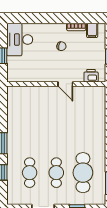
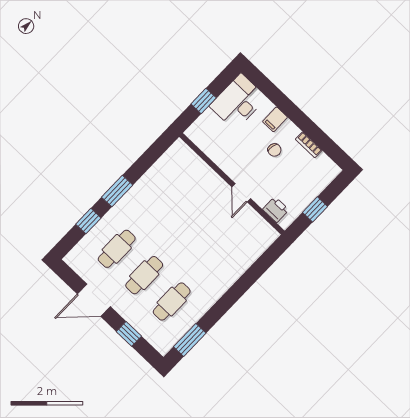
filing cabinet: (92, 30) -> (275, 119), moved
cafe table: (83, 173) -> (172, 302), width x0.73, depth x0.74

